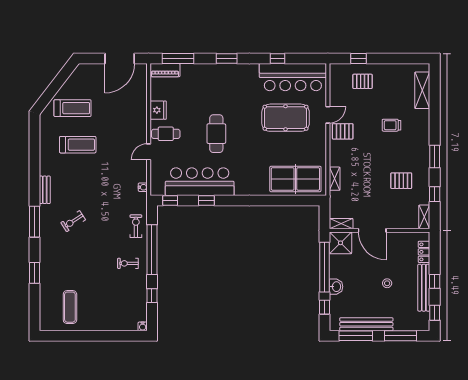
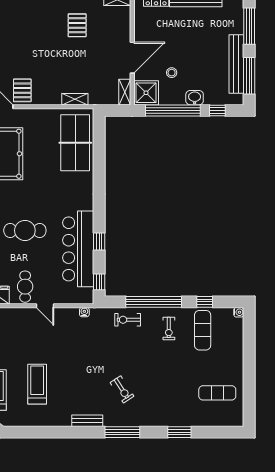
trolley: (391, 125) -> (16, 36), removed
stool: (387, 283) -> (172, 73), moved
exercise mat: (126, 294) -> (203, 330), added

